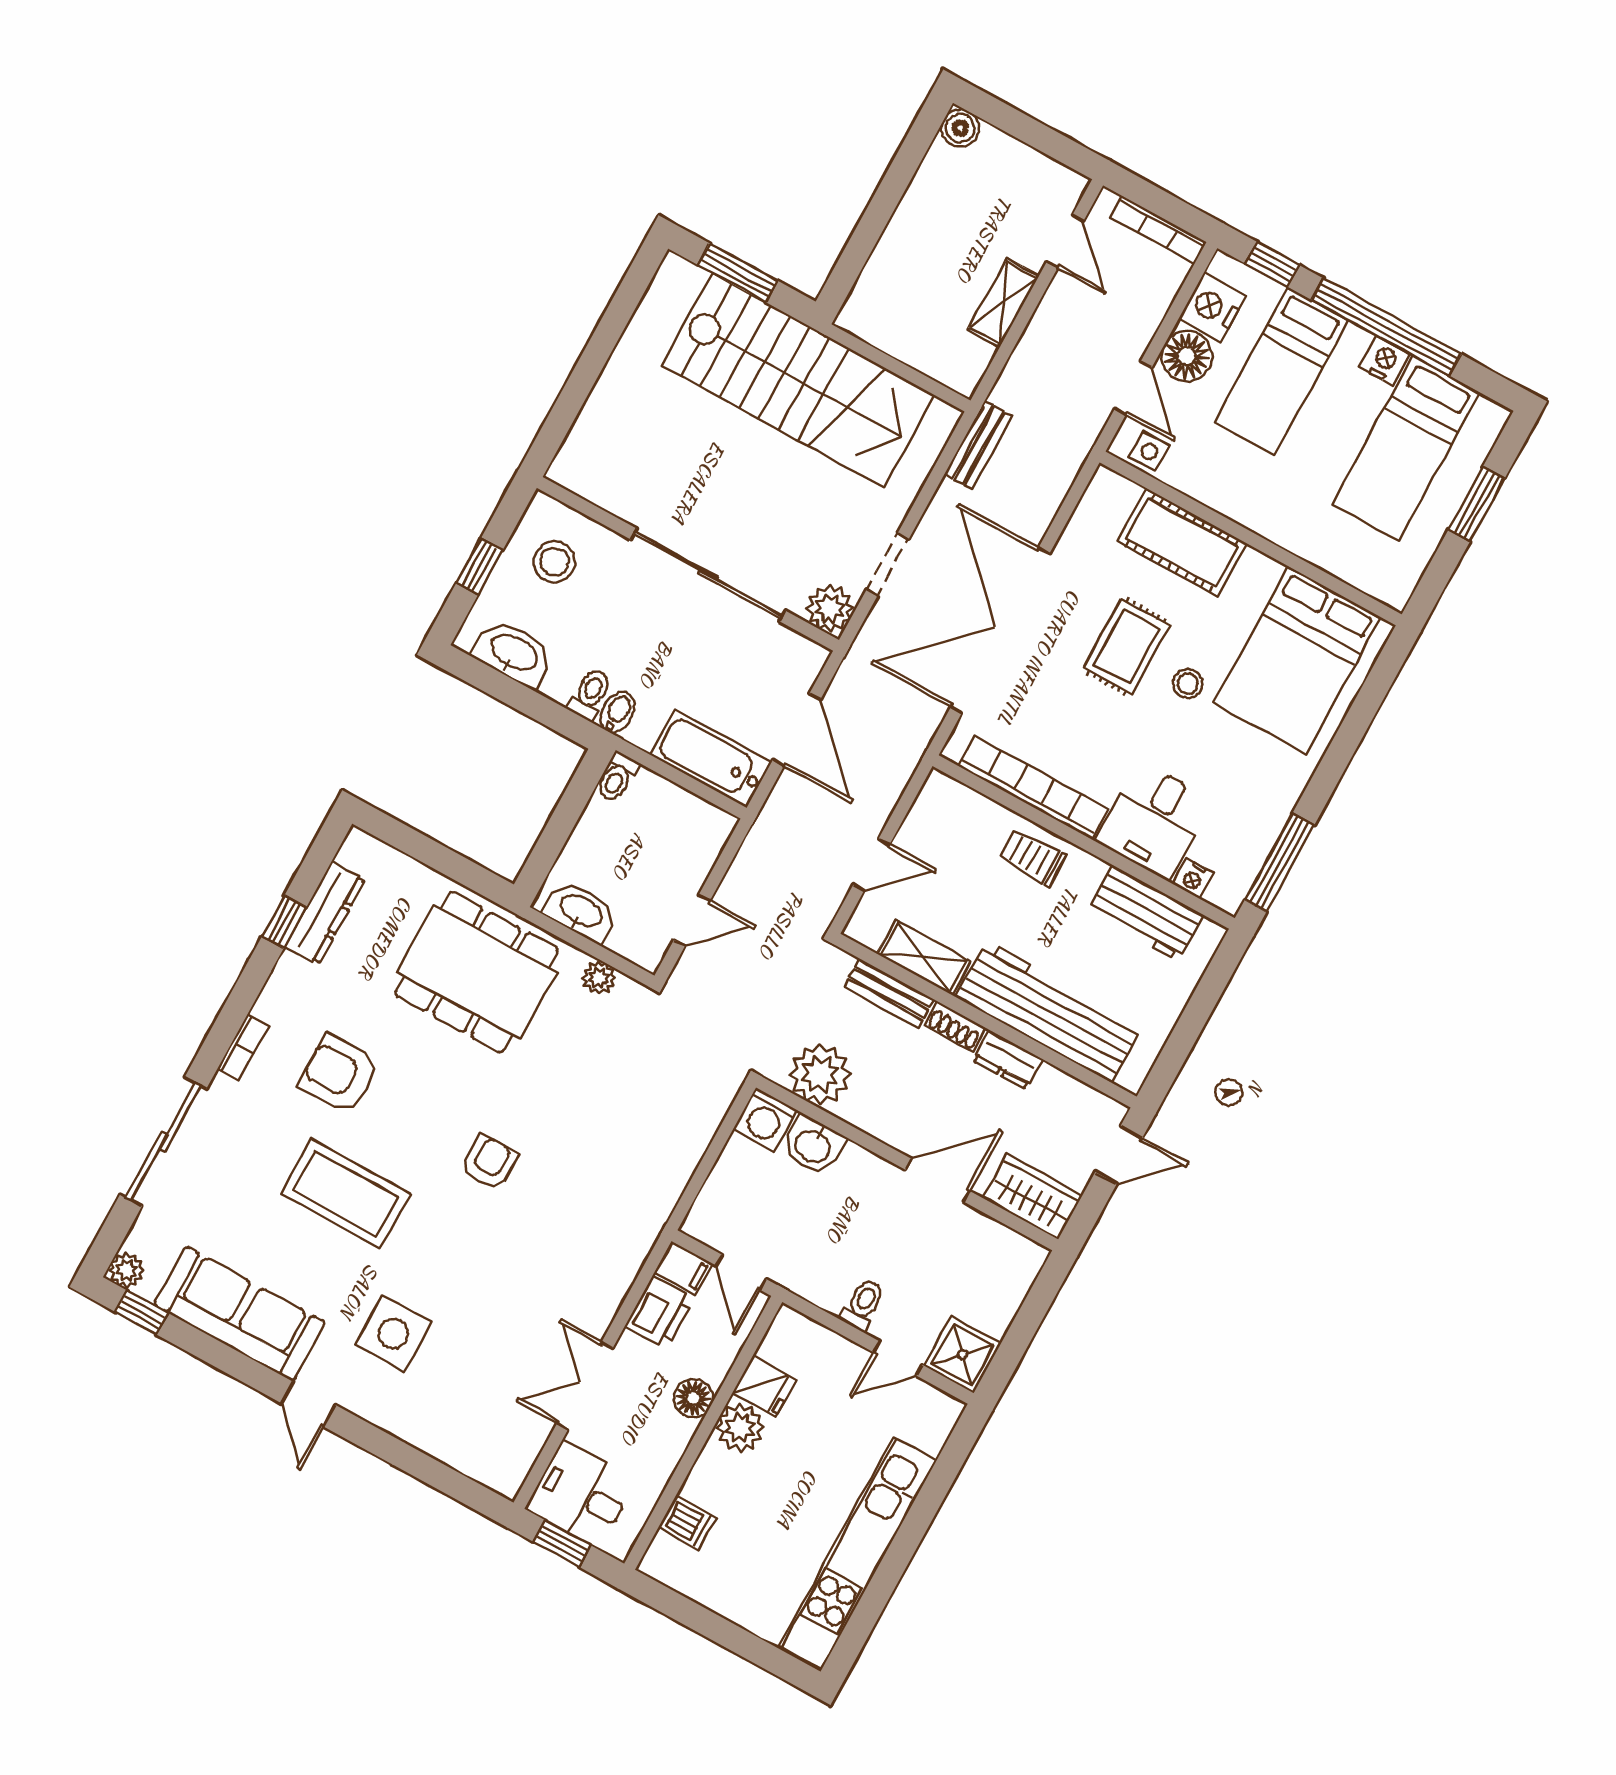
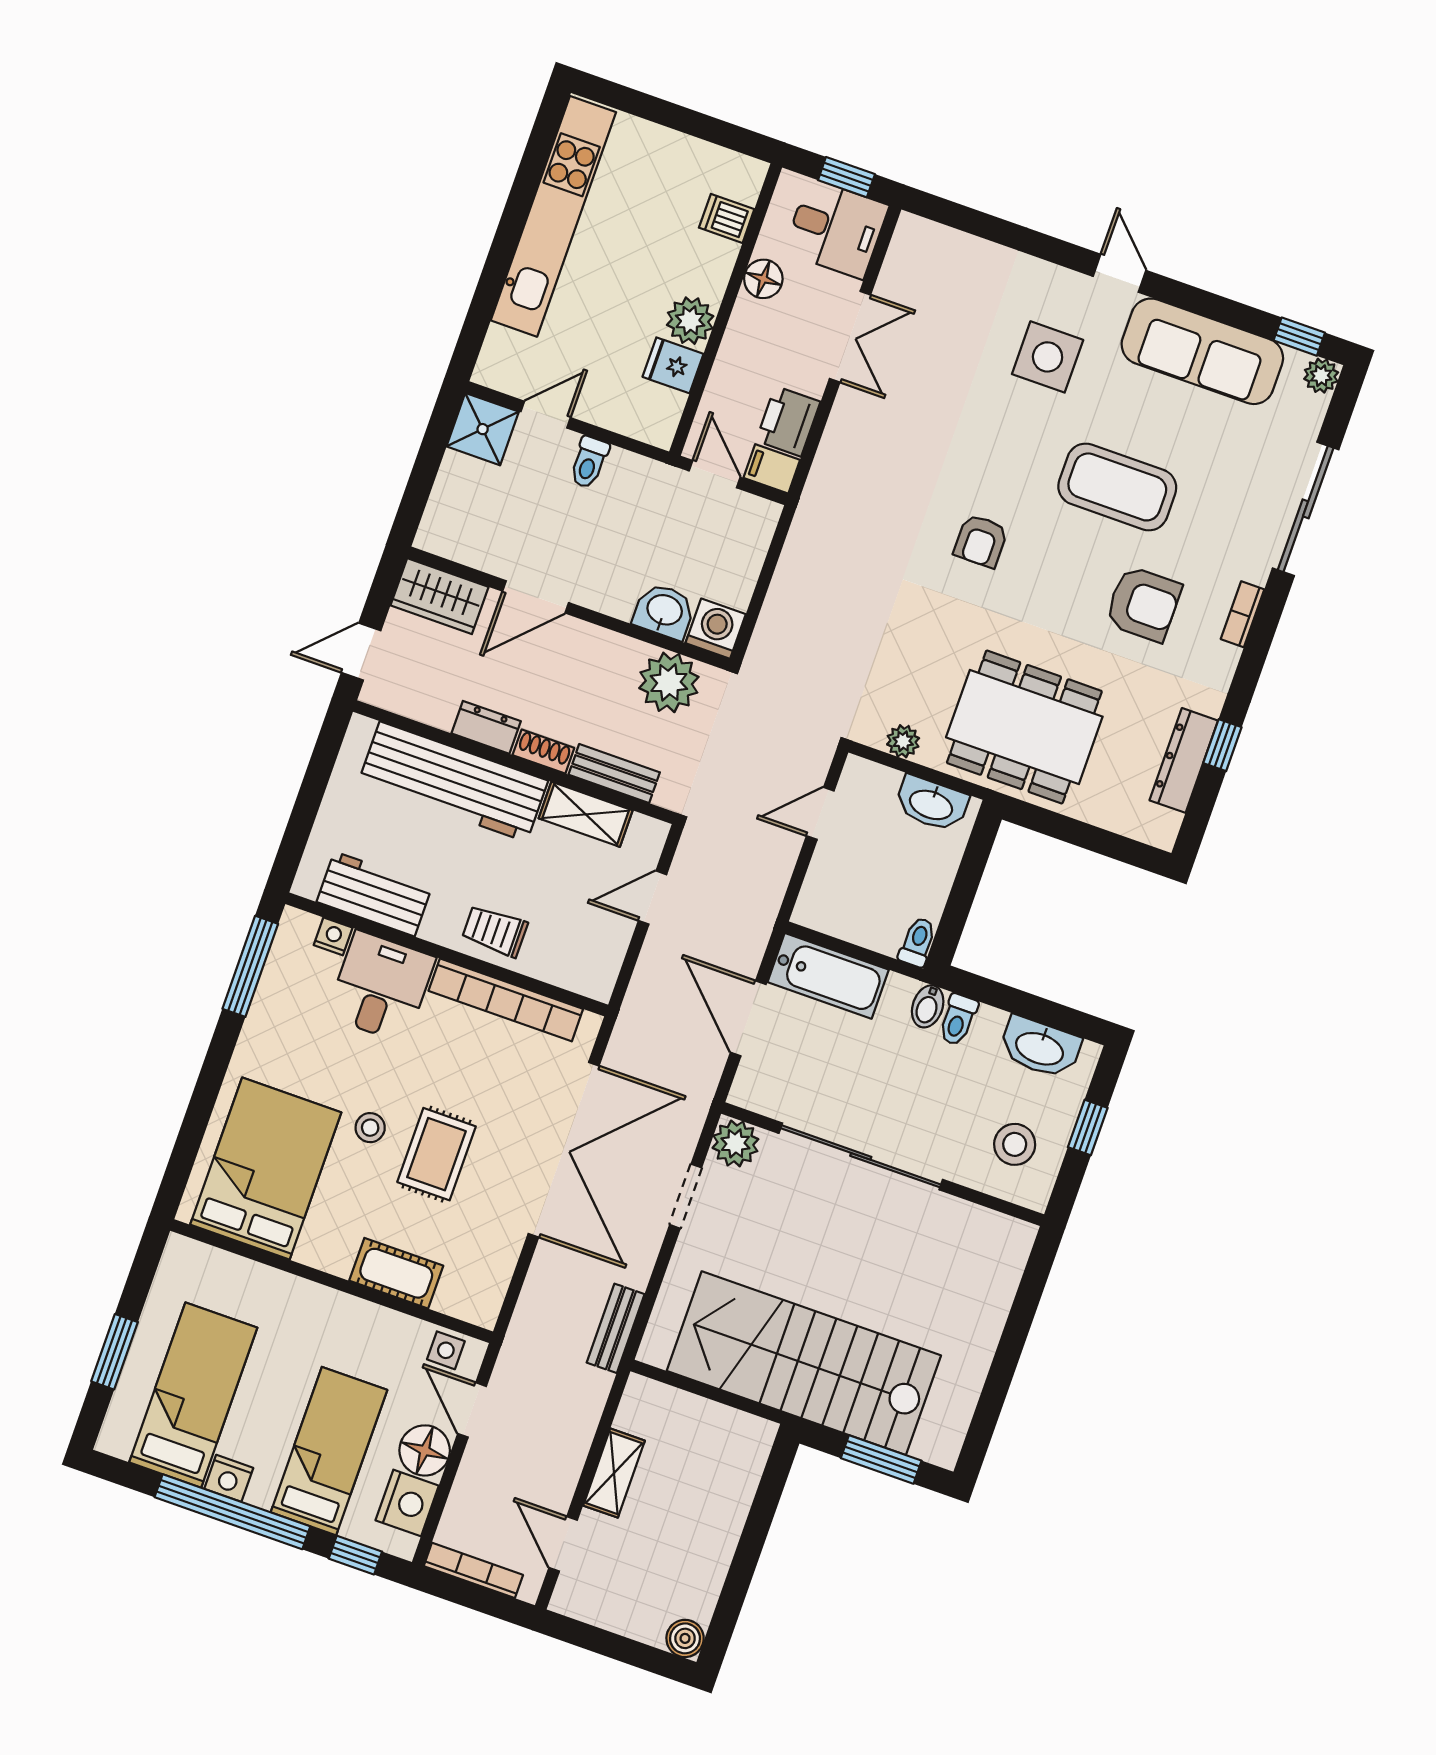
cot: (1182, 542) -> (396, 1273), width x0.73, depth x0.75
trolley: (1032, 857) -> (495, 931), turned 180
floor lamp: (693, 1398) -> (763, 279), moved

